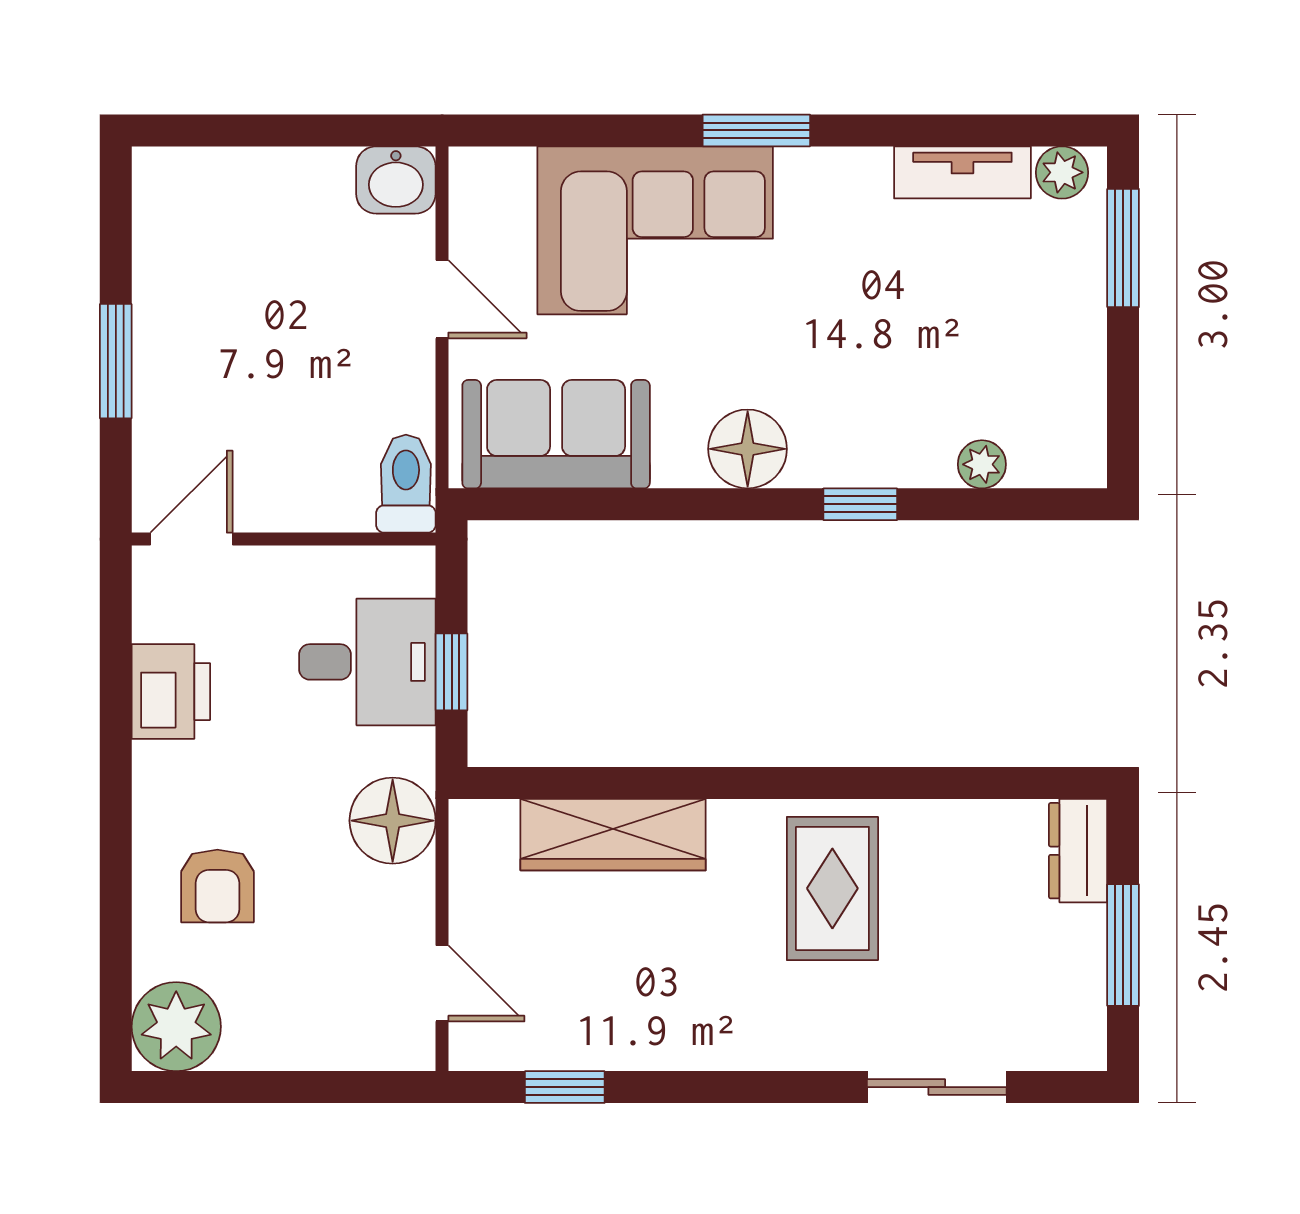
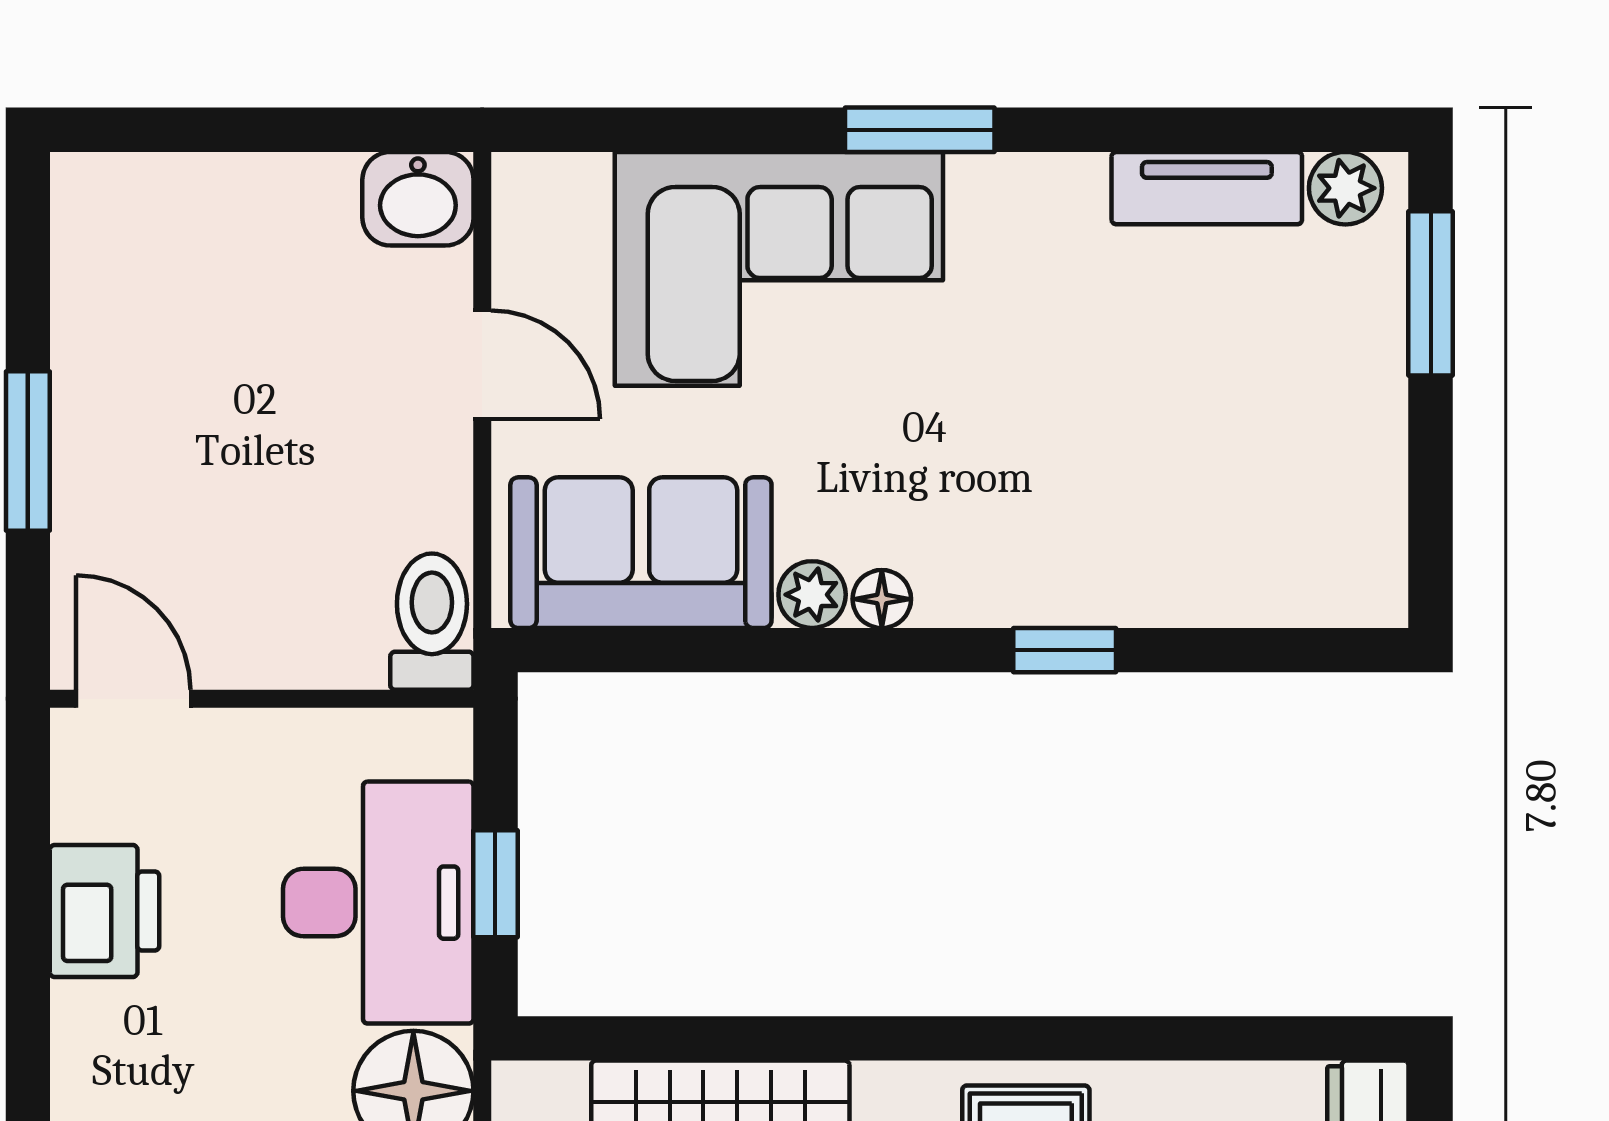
floor lamp: (748, 449) -> (882, 599), width x0.53, depth x0.53
plant: (982, 464) -> (812, 595), moved
door: (191, 539) -> (133, 699), hinge flipped
desk: (367, 662) -> (378, 903), width x1.37

